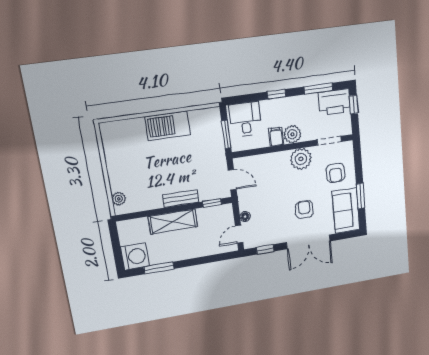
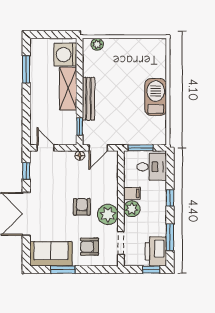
bench: (181, 199) -> (88, 99), width x1.36
armchair: (304, 210) -> (82, 207), moved, turned -90
floor lamp: (245, 217) -> (80, 156), moved
washing machine: (135, 257) -> (65, 55), moved, turned 90

